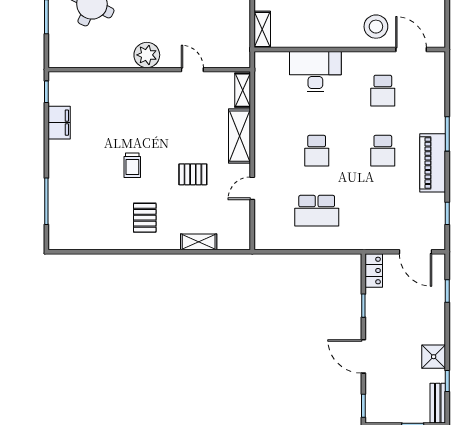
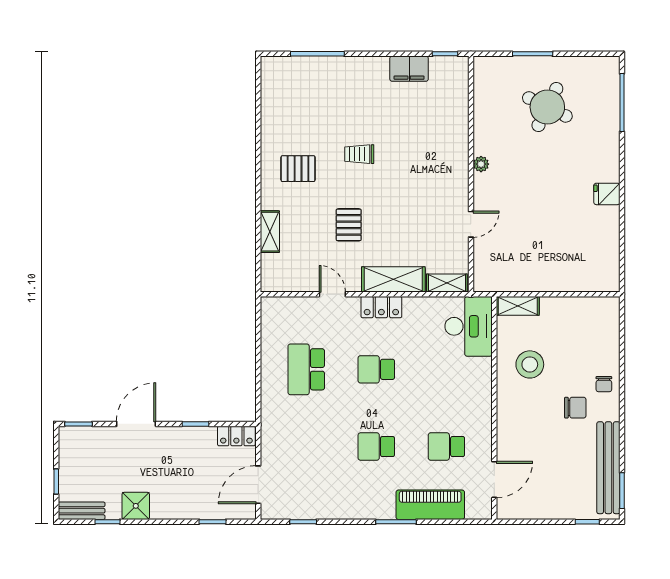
stool: (376, 27) -> (530, 364), moved
plant: (147, 55) -> (481, 164), width x0.53, depth x0.53
desk: (315, 72) -> (469, 326), moved
locker: (263, 146) -> (381, 307), added
piano: (433, 163) -> (430, 505), moved

